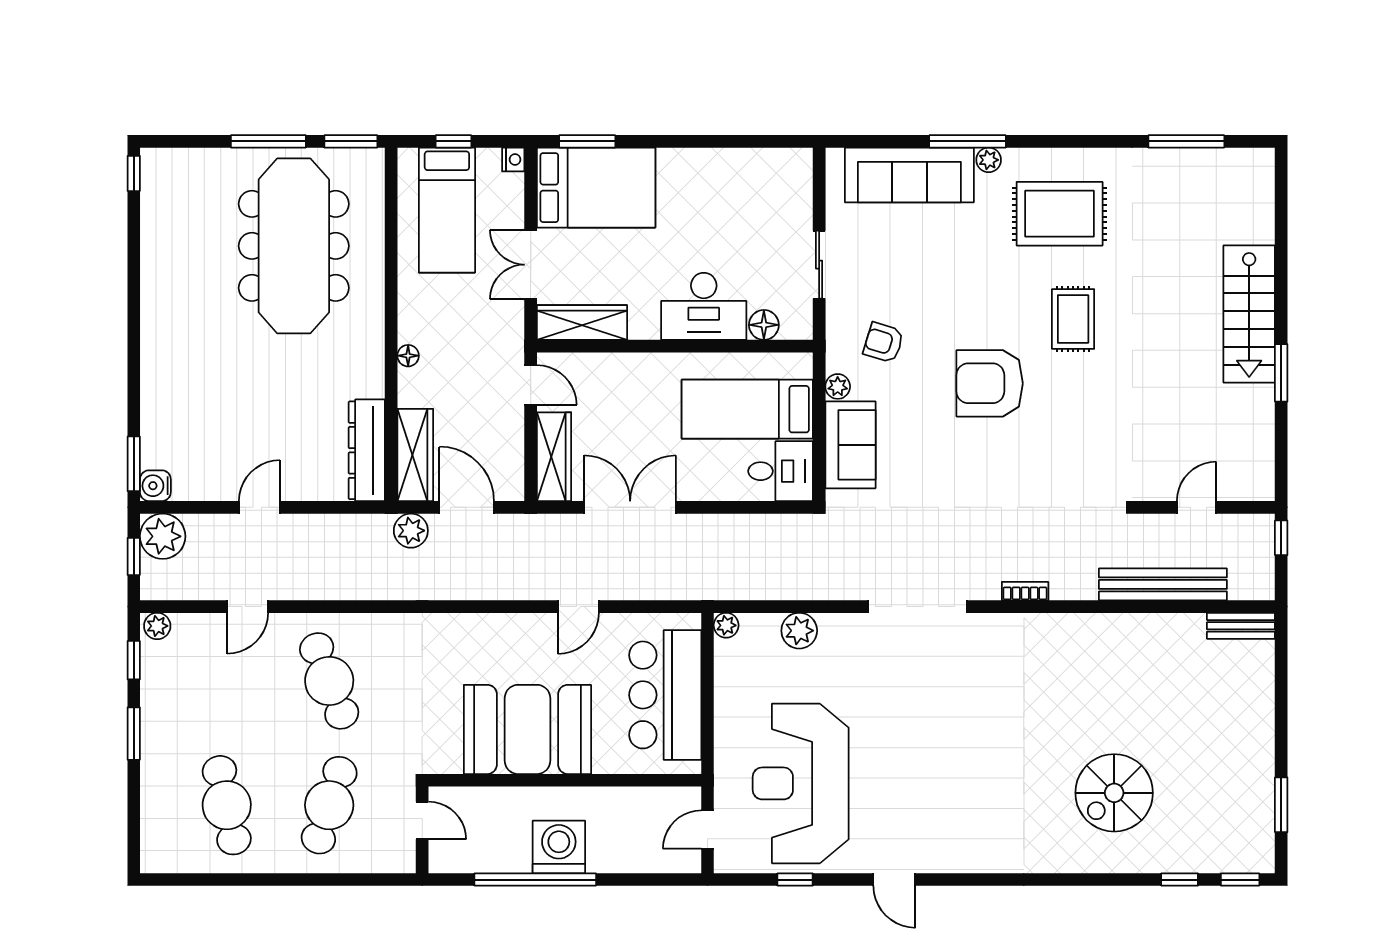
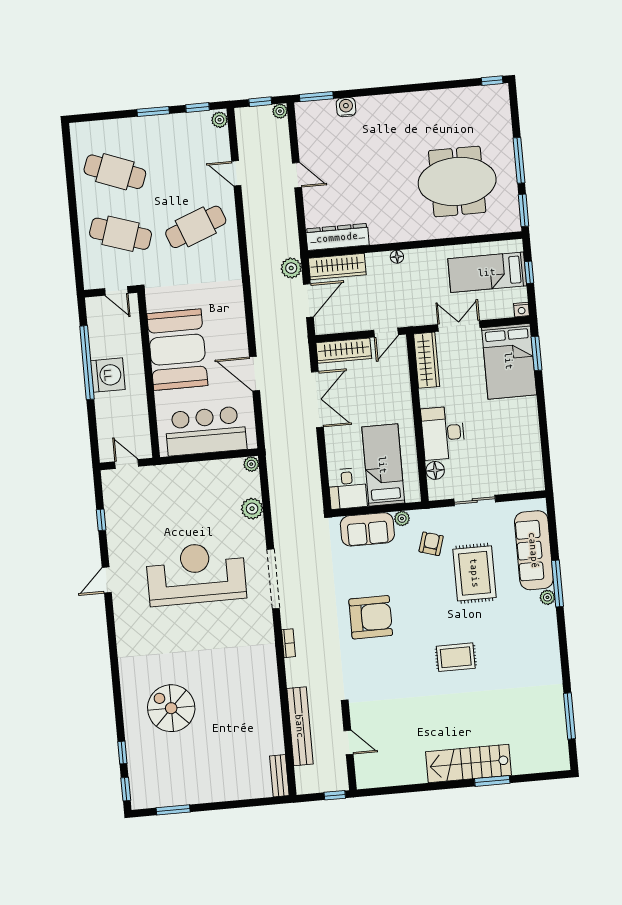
rug: (1060, 214) -> (475, 573), moved
meeting table: (294, 246) -> (457, 181), width x0.73
window: (1281, 373) -> (492, 781), moved
armchair: (990, 383) -> (371, 617), moved, turned 90
water cooler: (155, 486) -> (346, 107), moved
plant: (163, 536) -> (280, 111), width x0.53, depth x0.53
door: (578, 607) -> (254, 374), width x1.38
reception desk: (801, 783) -> (196, 574), moved
cafe table: (227, 805) -> (115, 172), turned 33
door: (422, 821) -> (116, 291), hinge flipped

